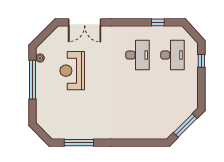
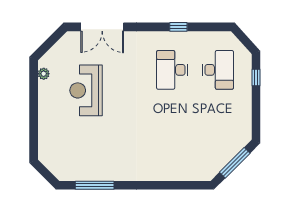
window: (158, 22) -> (178, 27), moved
desk: (138, 55) -> (172, 70), turned 180
window: (32, 80) -> (34, 102), removed

